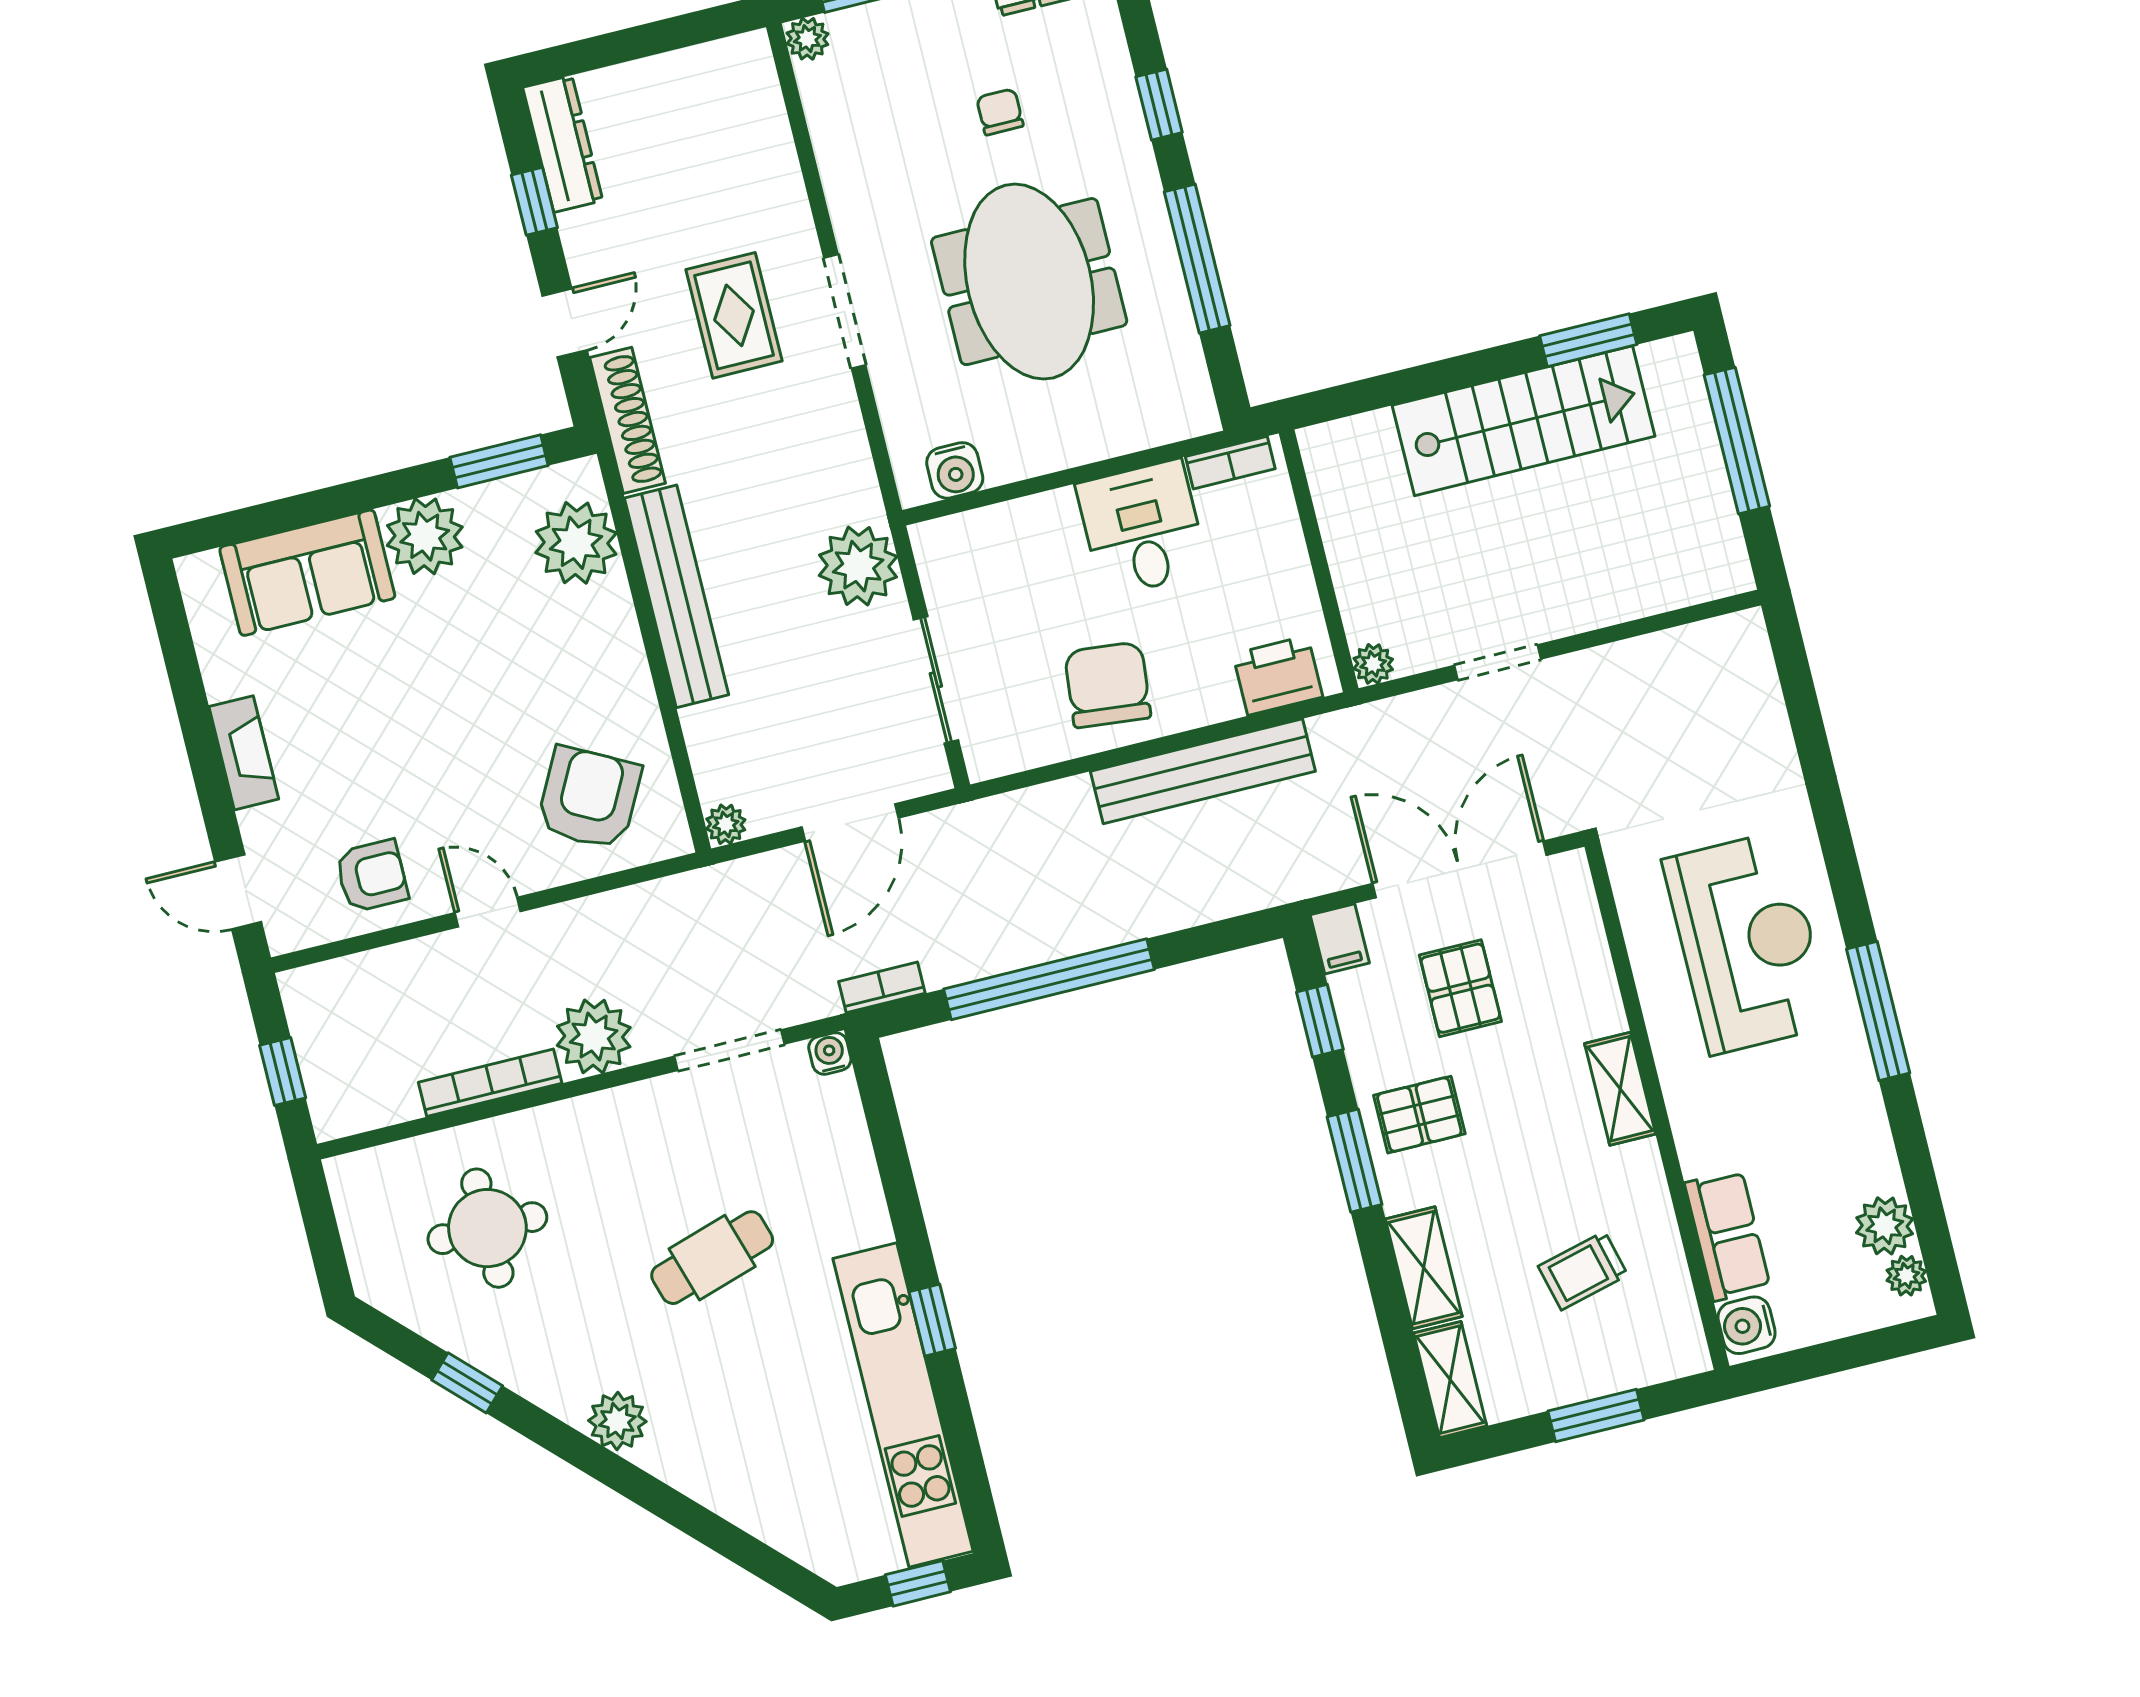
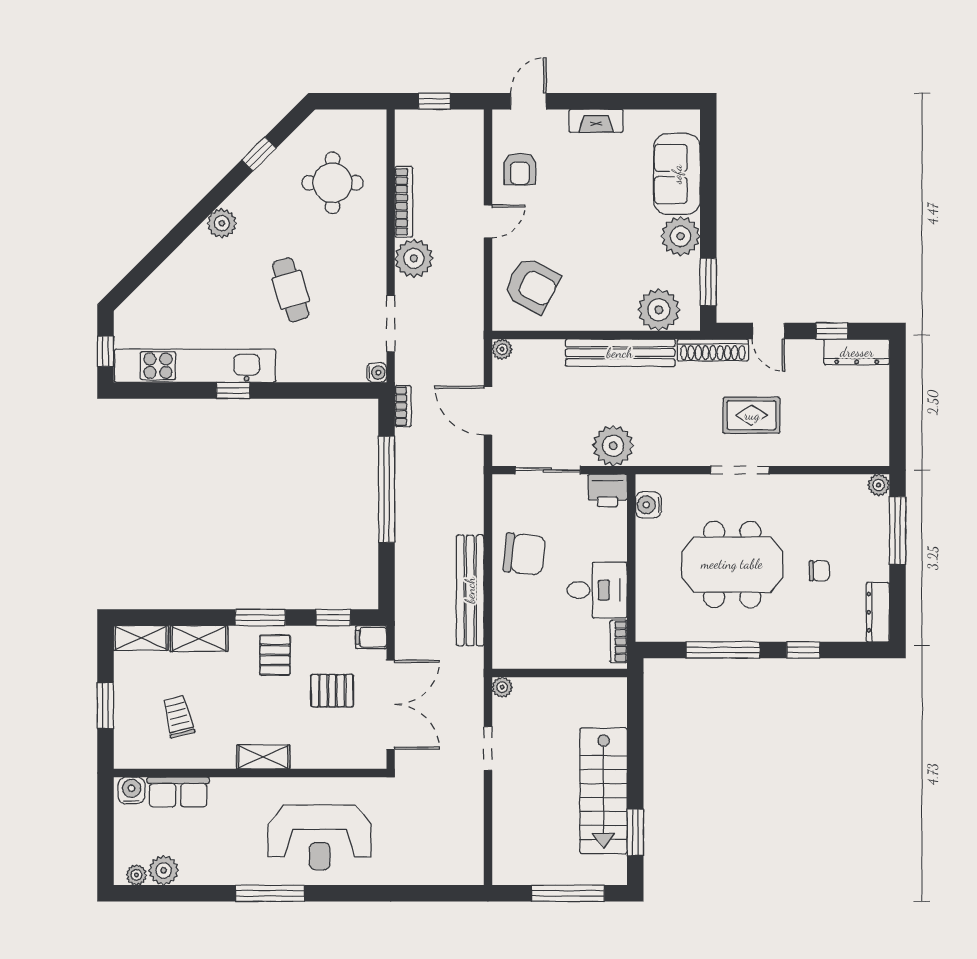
printer: (1278, 675) -> (608, 490), moved, turned 90

